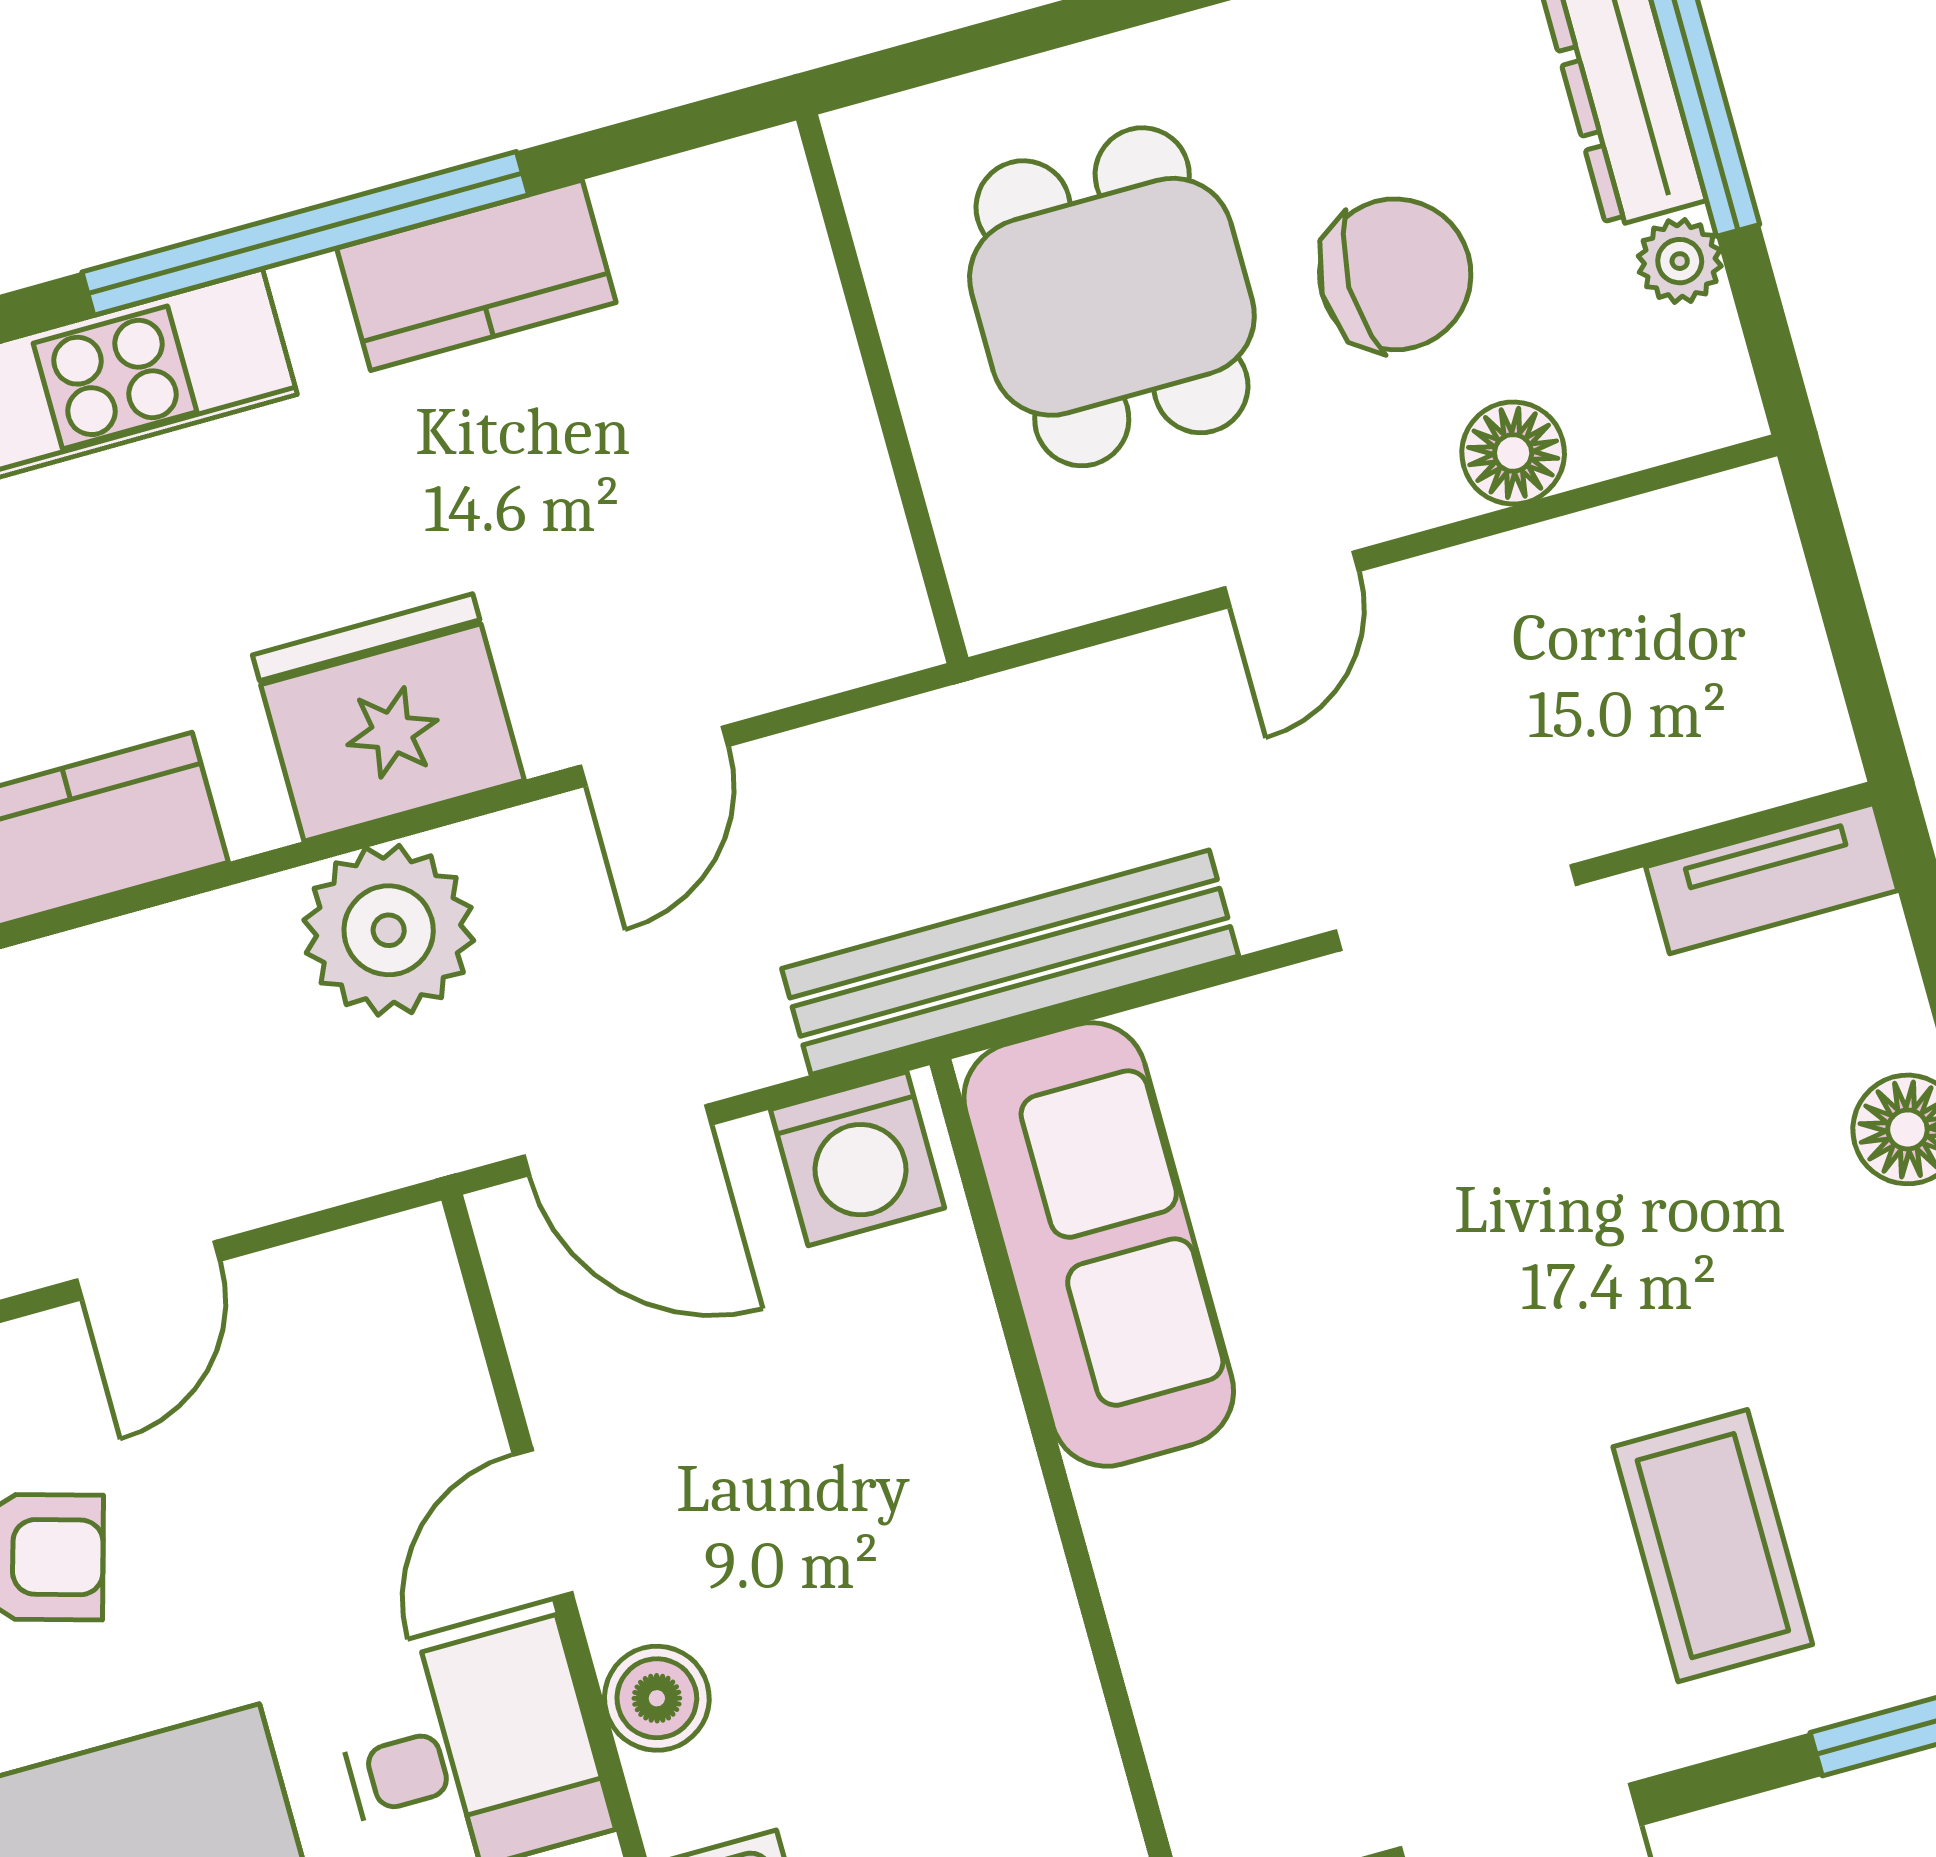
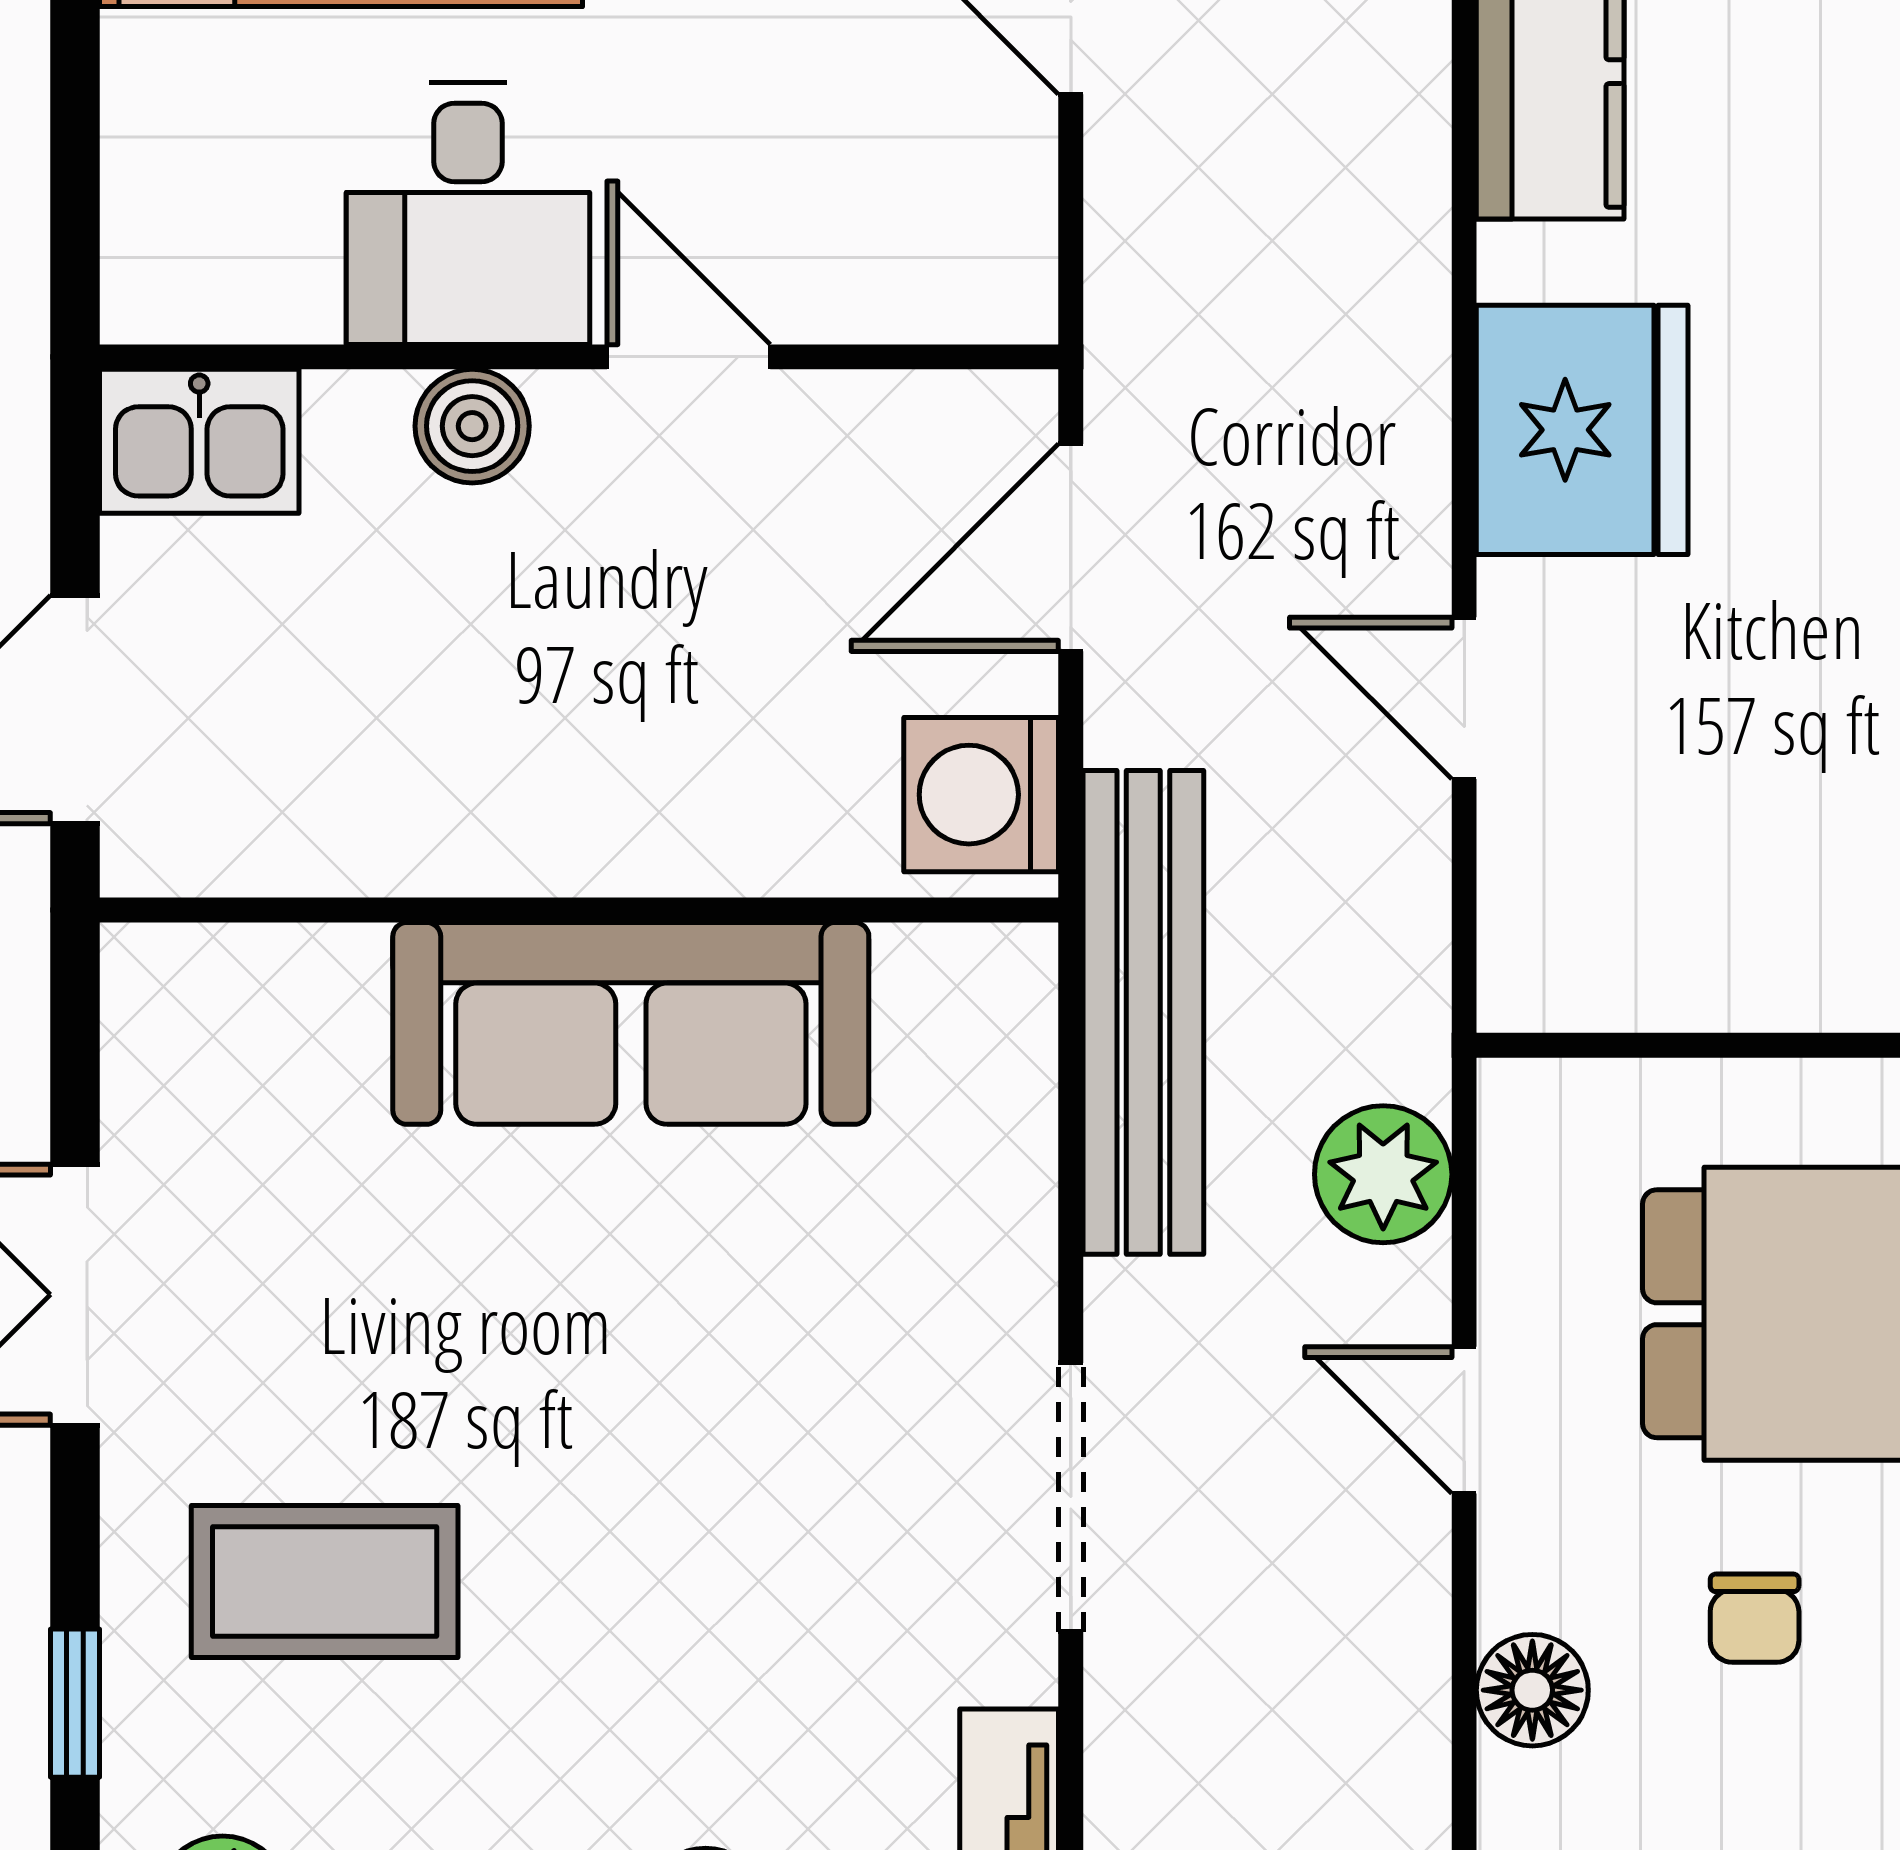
chair: (1395, 274) -> (1755, 1618), width x0.54, depth x0.54
plant: (389, 930) -> (1383, 1174), moved, width x0.73, depth x0.73
sofa: (1099, 1244) -> (631, 1023), moved

